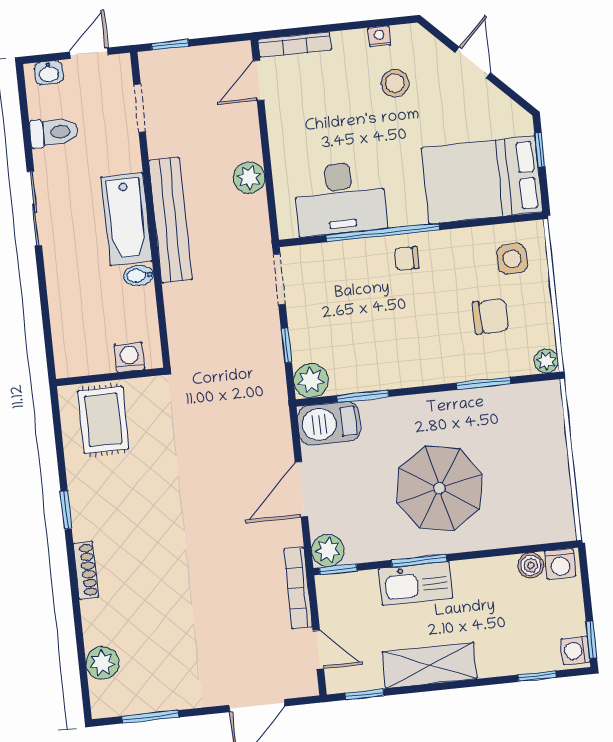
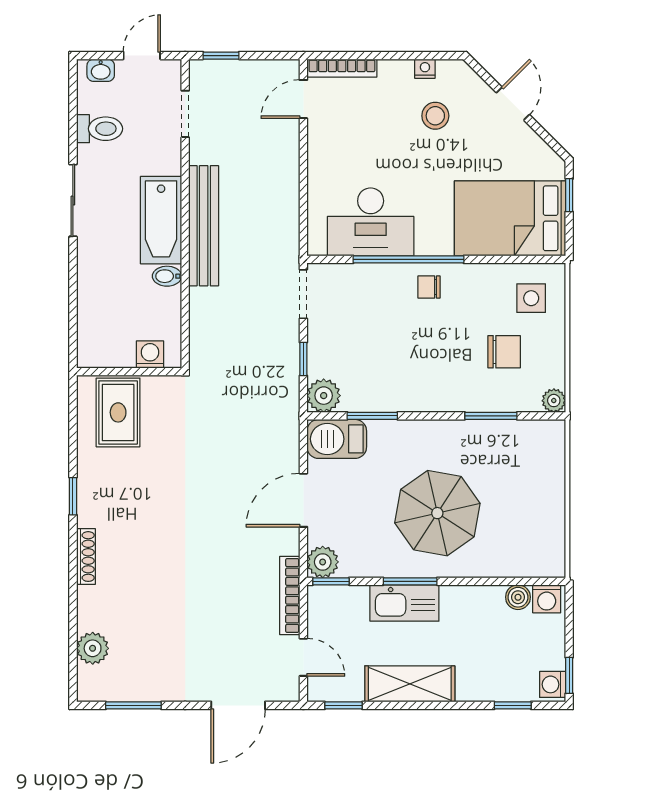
plant: (249, 178) -> (284, 192), removed

